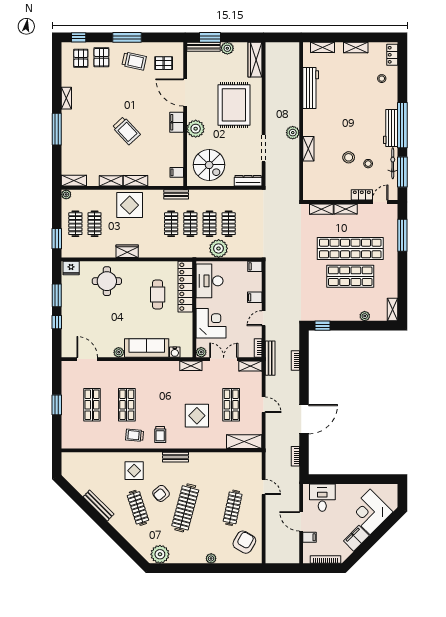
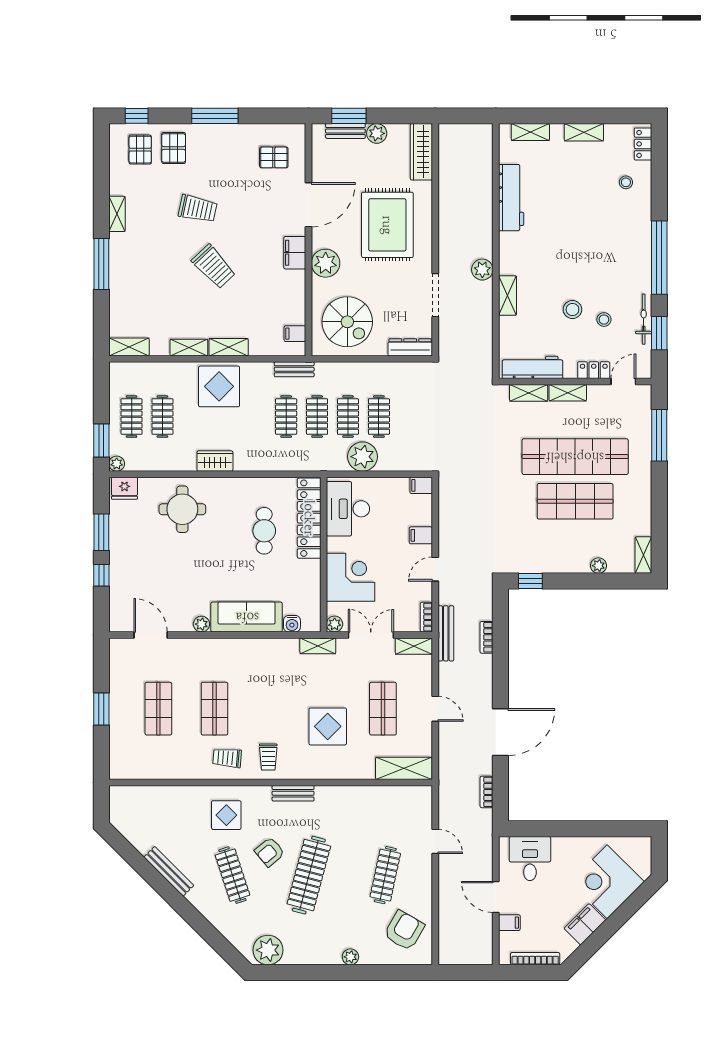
bench: (203, 47) -> (345, 131), width x0.73
trolley: (134, 61) -> (198, 209), moved
door: (185, 92) -> (308, 205), swing flipped
workbench: (391, 128) -> (532, 367), moved, turned 90
window: (402, 172) -> (659, 333), width x0.69
plant: (66, 194) -> (117, 464), moved

